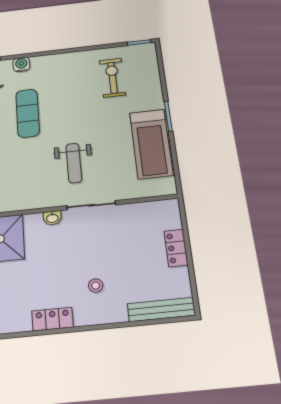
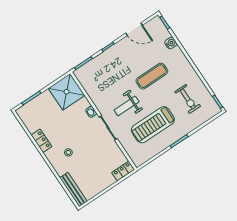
exercise bike: (112, 78) -> (188, 99), turned 90
exercise mat: (28, 113) -> (152, 76), moved
treadmill: (151, 144) -> (153, 125), moved
locker: (176, 248) -> (123, 171), moved

